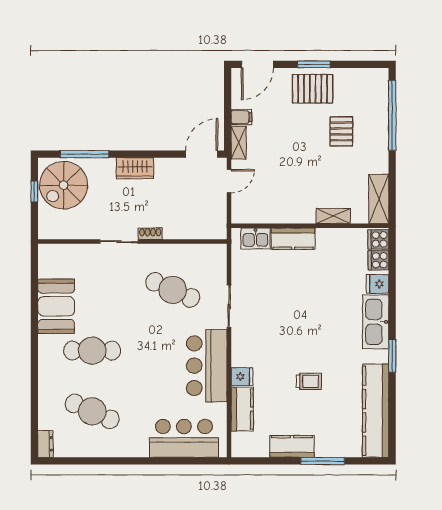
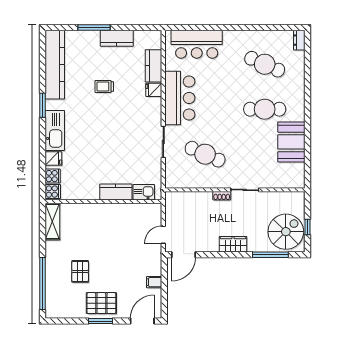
shelving: (239, 143) -> (156, 263), removed
shelving: (333, 216) -> (86, 209), removed

